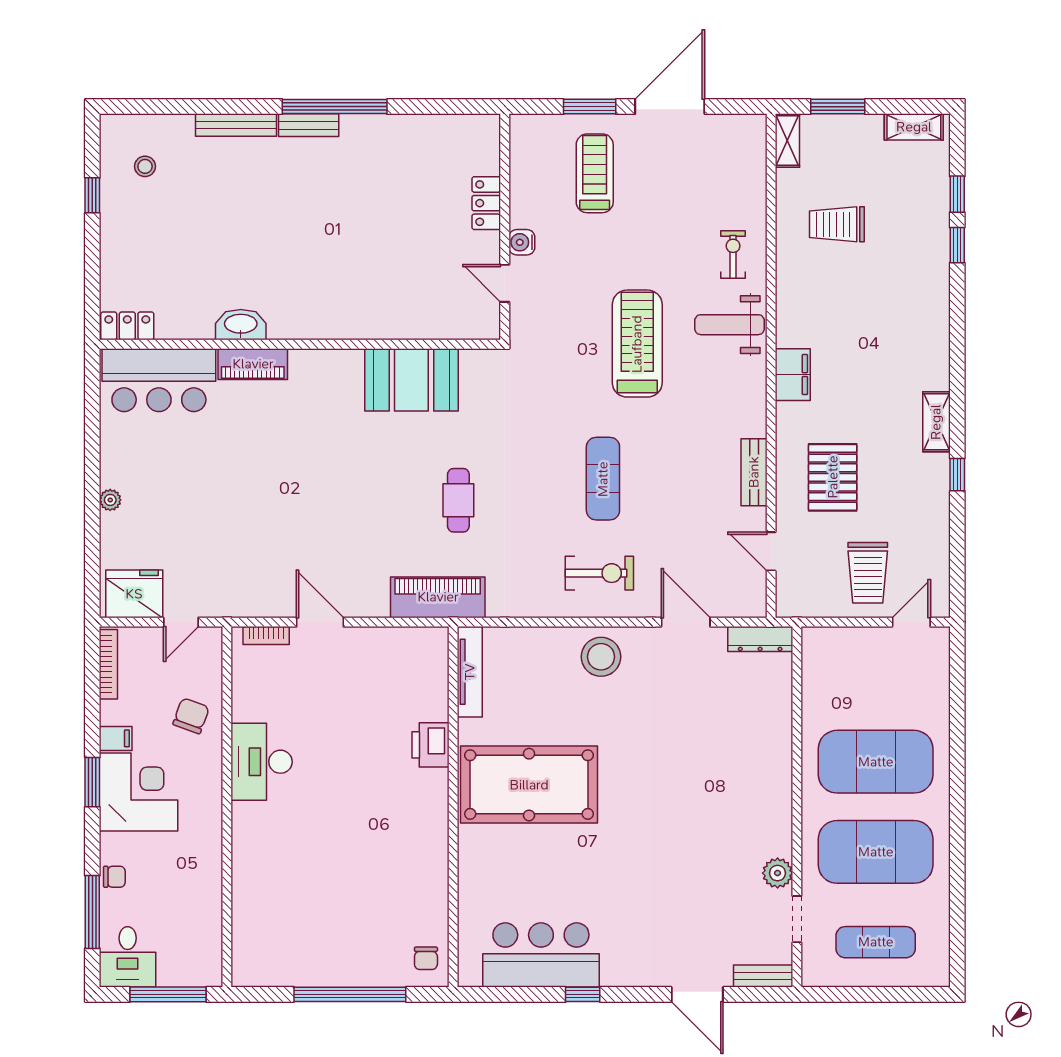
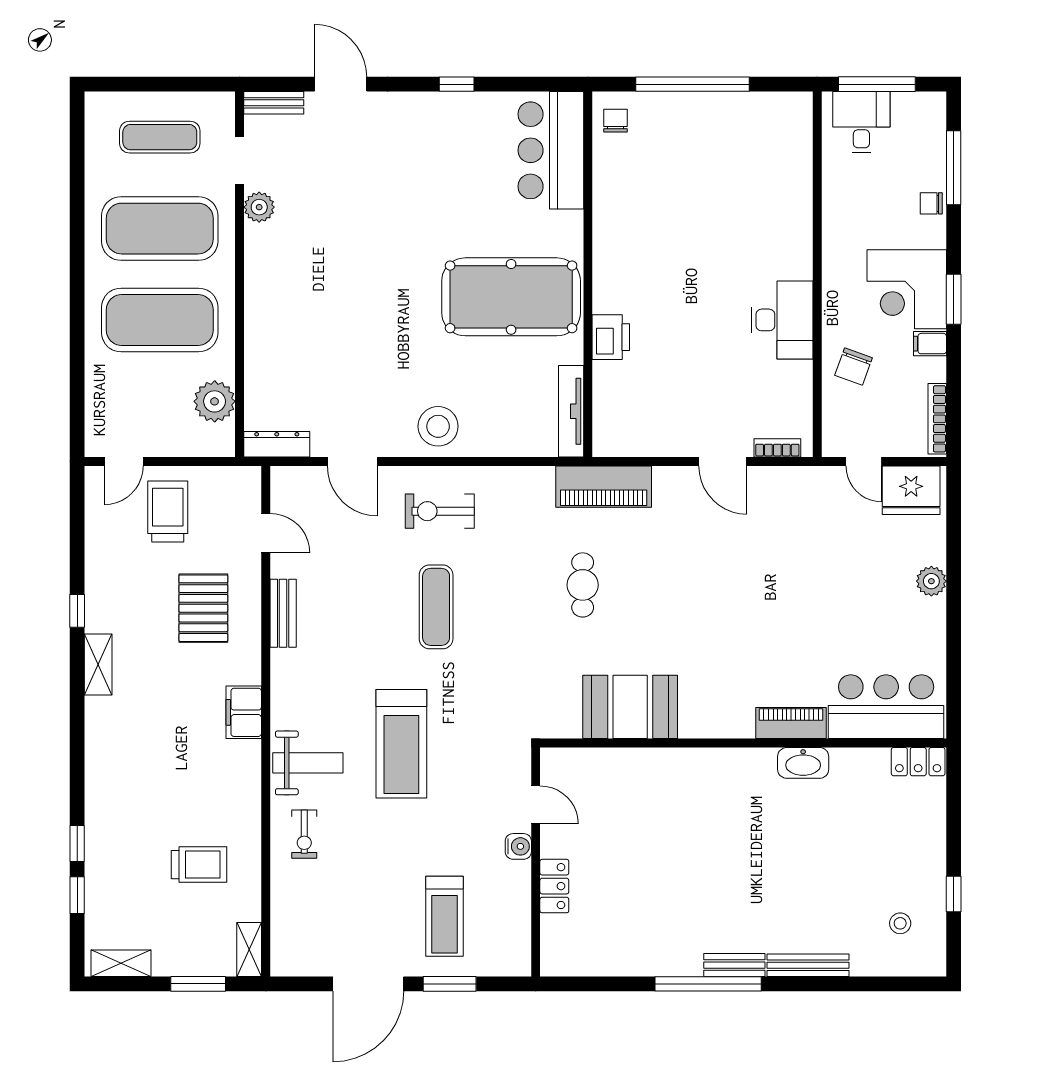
plant: (110, 500) -> (931, 581), width x1.38, depth x1.38
door: (181, 622) -> (864, 461), swing flipped
plant: (822, 681) -> (215, 401), added
bar counter: (541, 955) -> (551, 150), moved, turned 90
desk: (128, 957) -> (861, 122), moved

